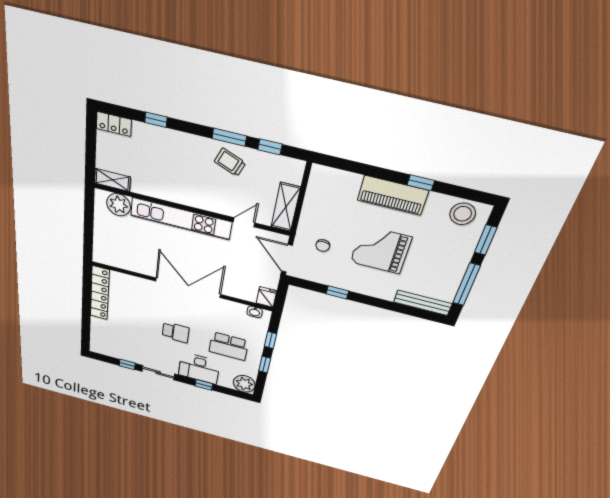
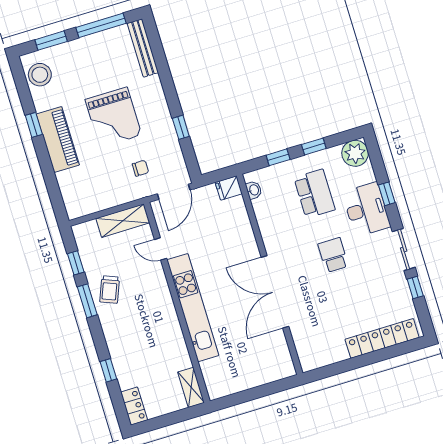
plant: (119, 205) -> (214, 372), removed
double door: (188, 288) -> (275, 292), moved
locker: (100, 293) -> (382, 338), moved

